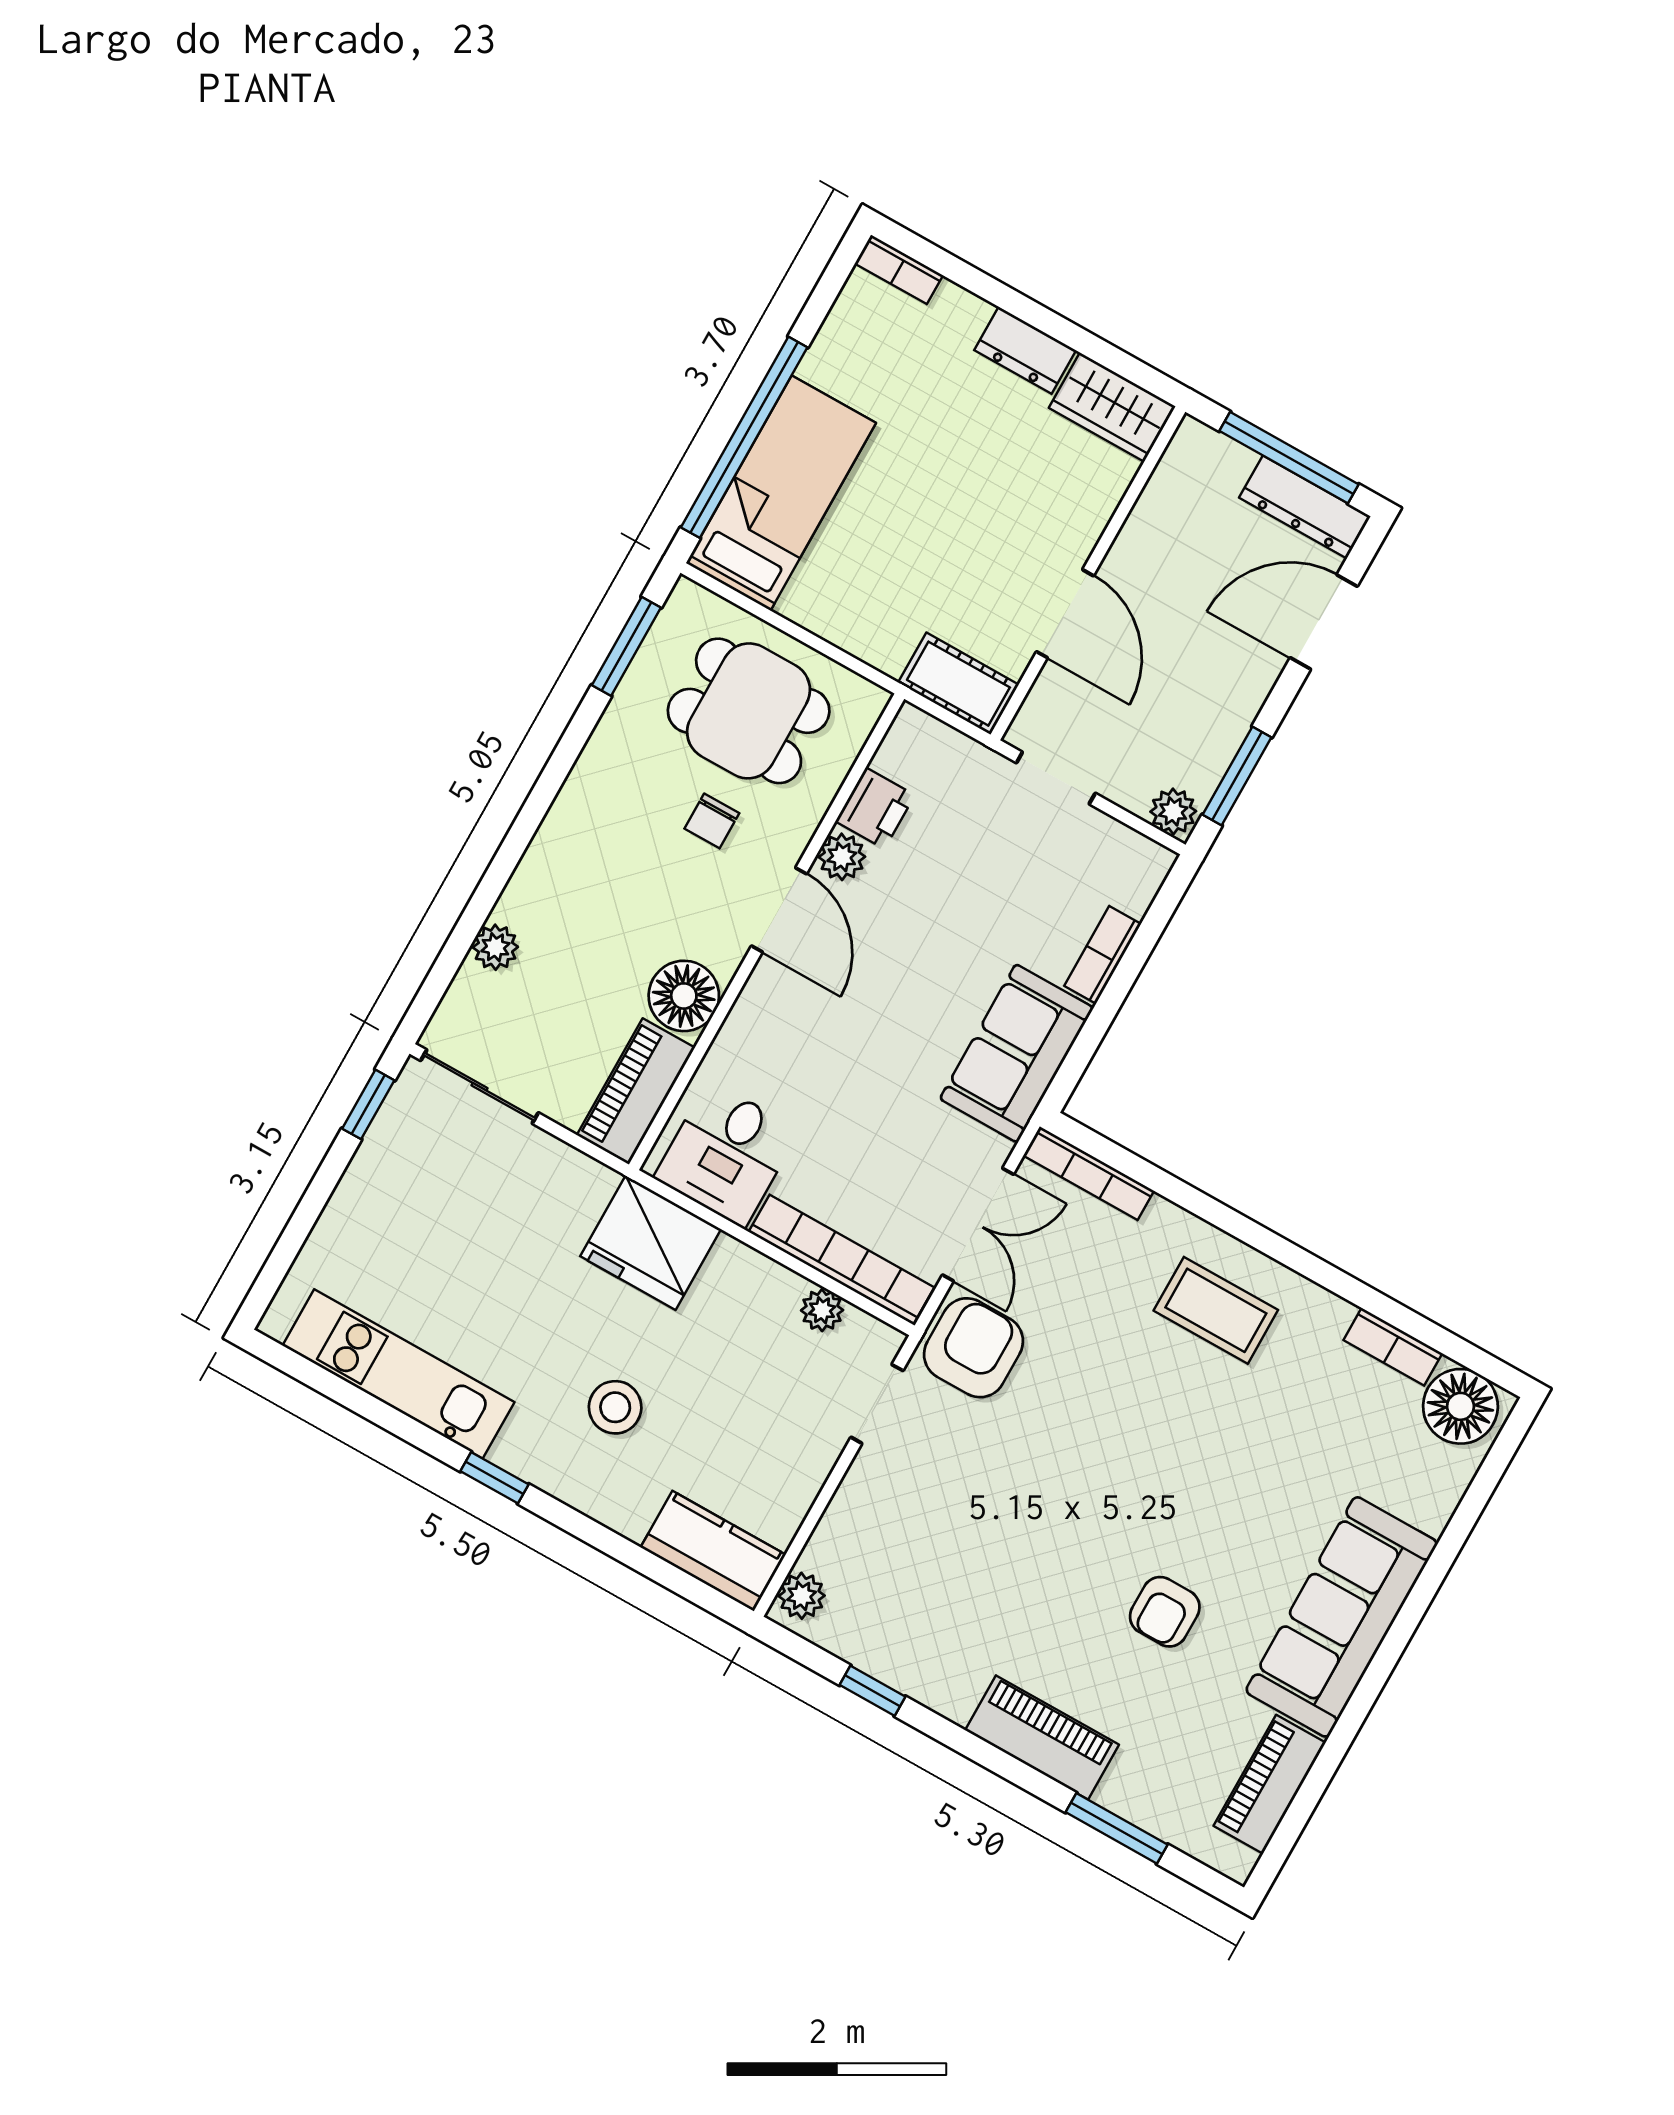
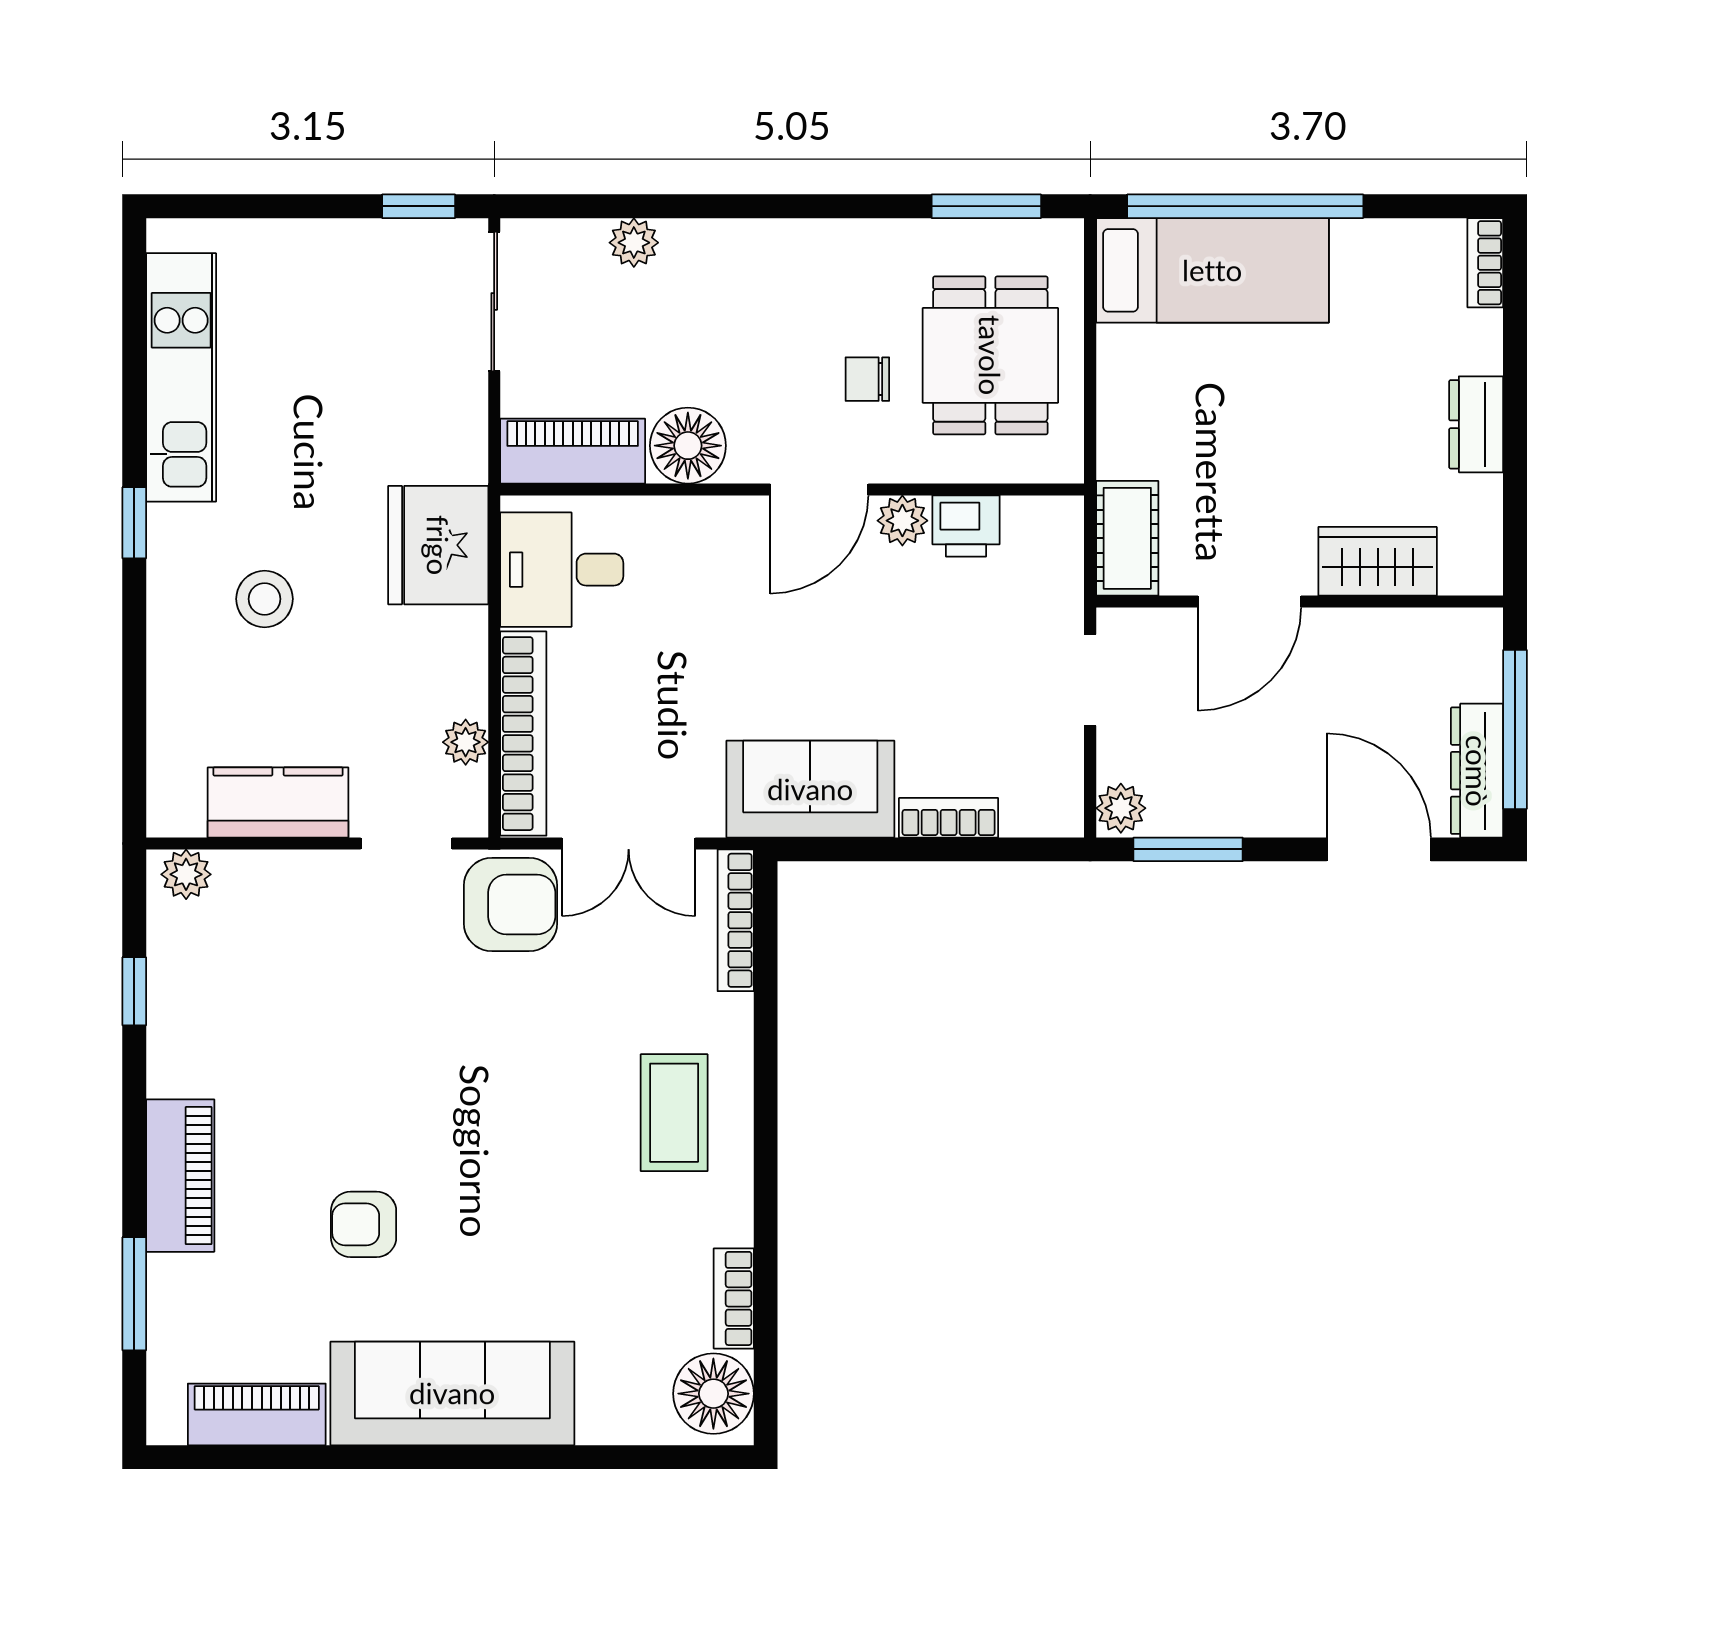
wardrobe: (1112, 407) -> (1378, 561), moved, turned 90
kitchen counter: (713, 1551) -> (278, 802), moved, turned -90

